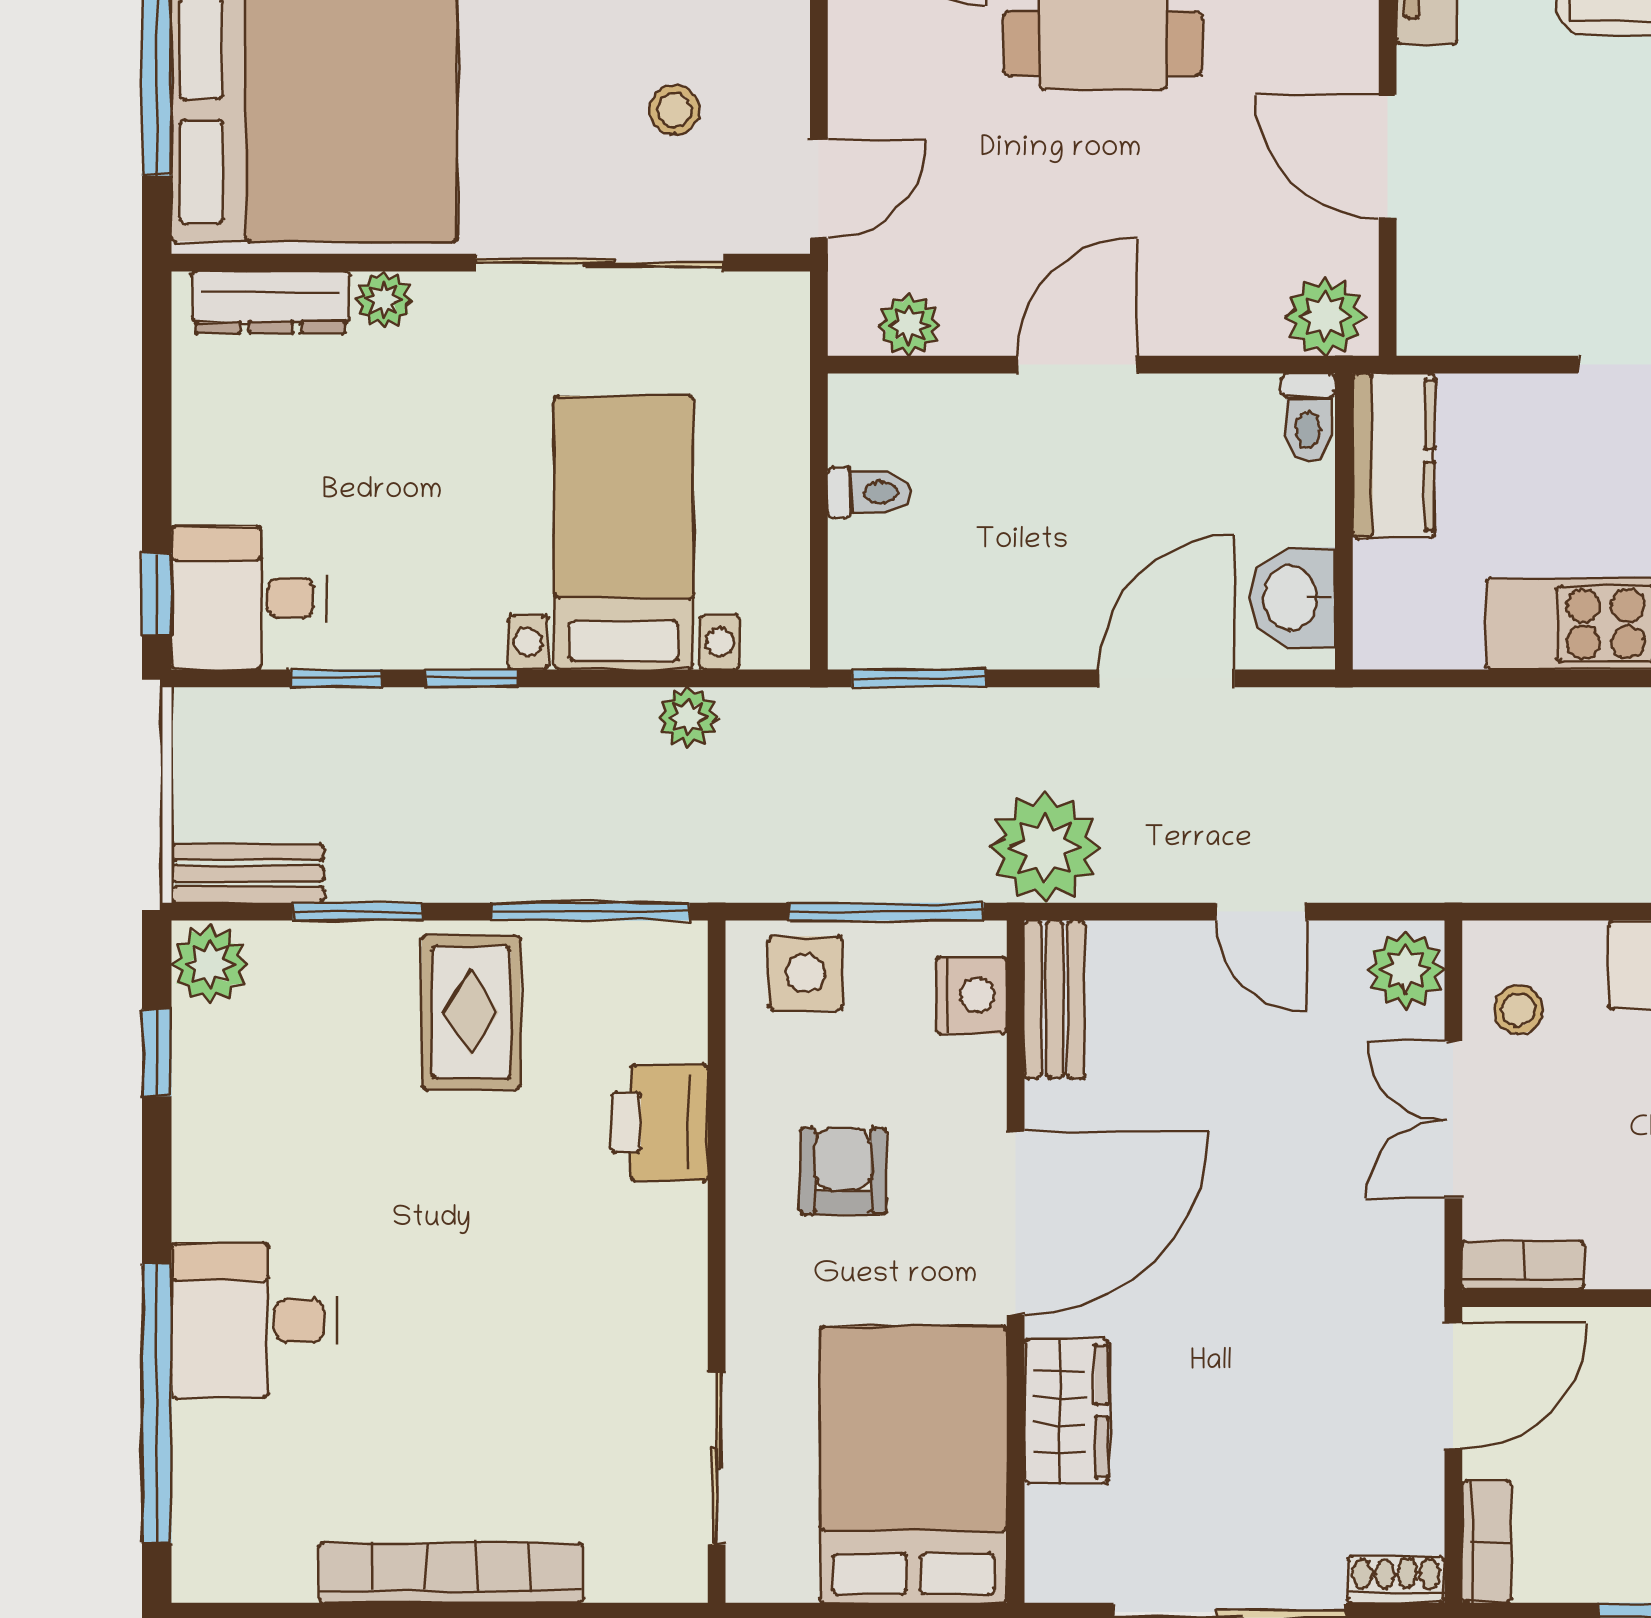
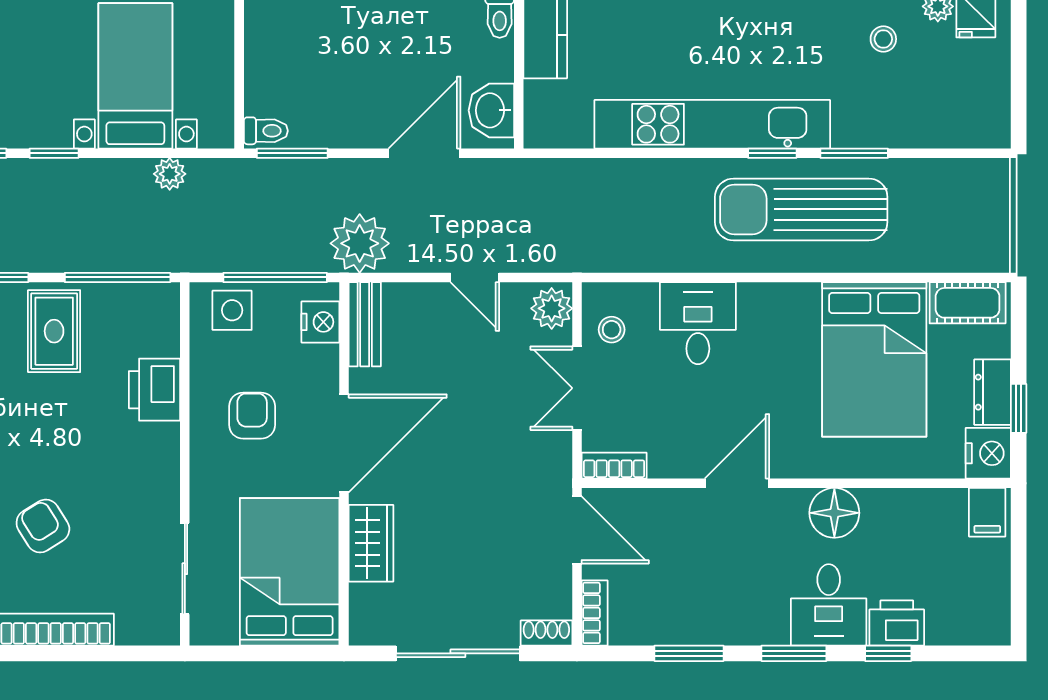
toilet: (869, 493) -> (266, 131), moved
armchair: (450, 1378) -> (43, 526), added
door: (1453, 1386) -> (577, 530), hinge flipped

